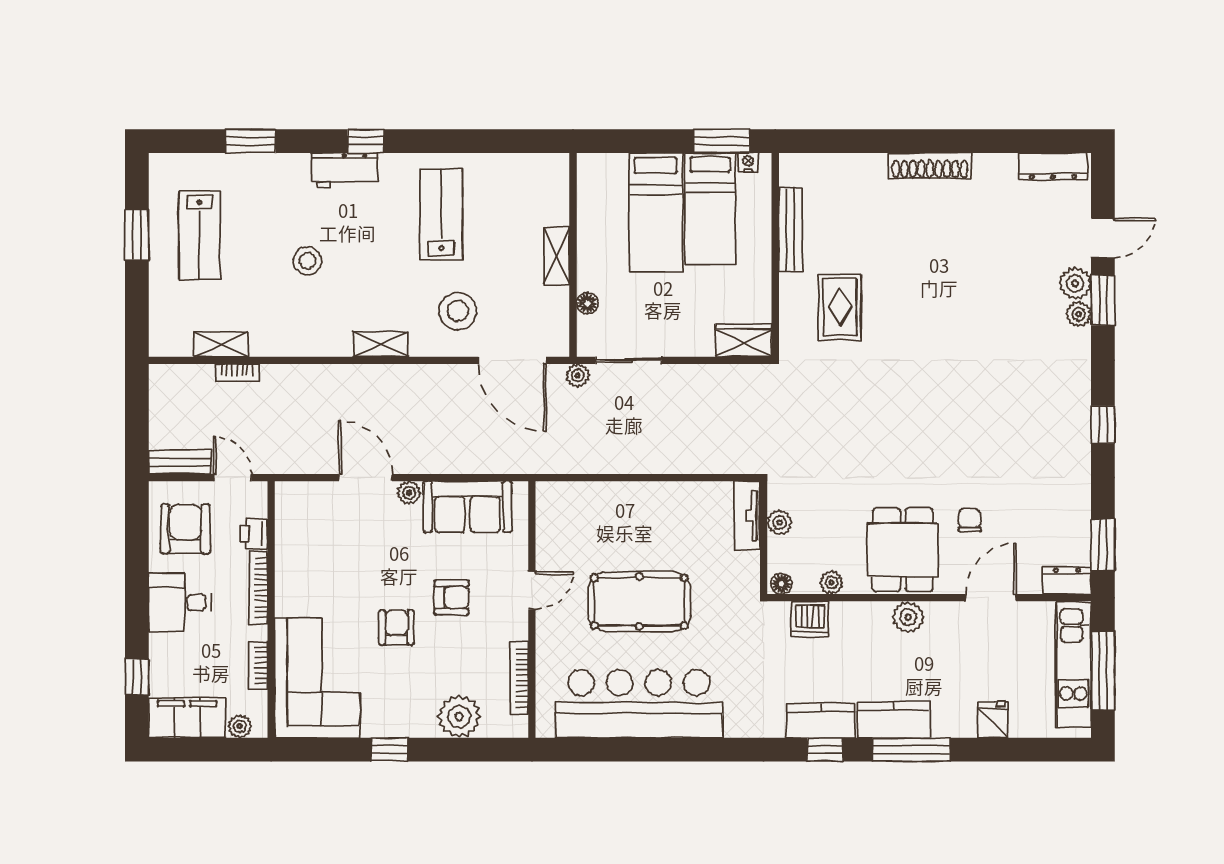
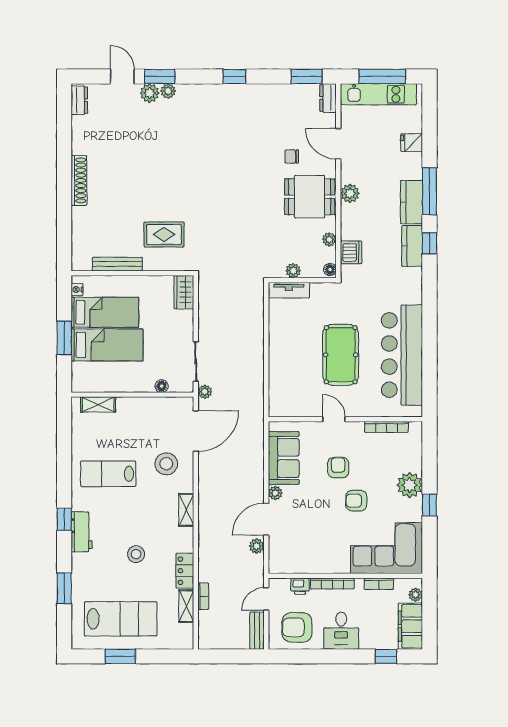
window: (722, 141) -> (64, 338), moved
dresser: (1053, 166) -> (79, 100), width x0.70
lab bench: (199, 235) -> (121, 619), width x1.36, depth x1.39
shelving: (556, 256) -> (98, 405), moved
locker: (280, 342) -> (185, 571), added
plant: (321, 462) -> (257, 546), added
plant: (459, 717) -> (410, 485), moved

